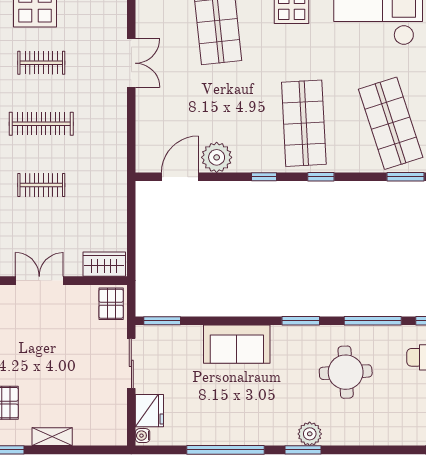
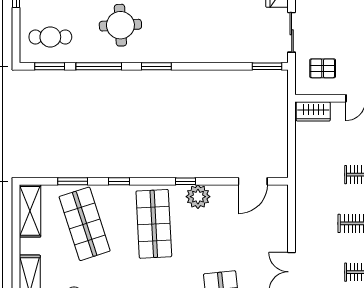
plant: (217, 157) -> (198, 197), moved
window: (321, 177) -> (119, 181), moved
pallet: (111, 304) -> (323, 68), moved, turned 90
sofa: (237, 344) -> (207, 47), removed

